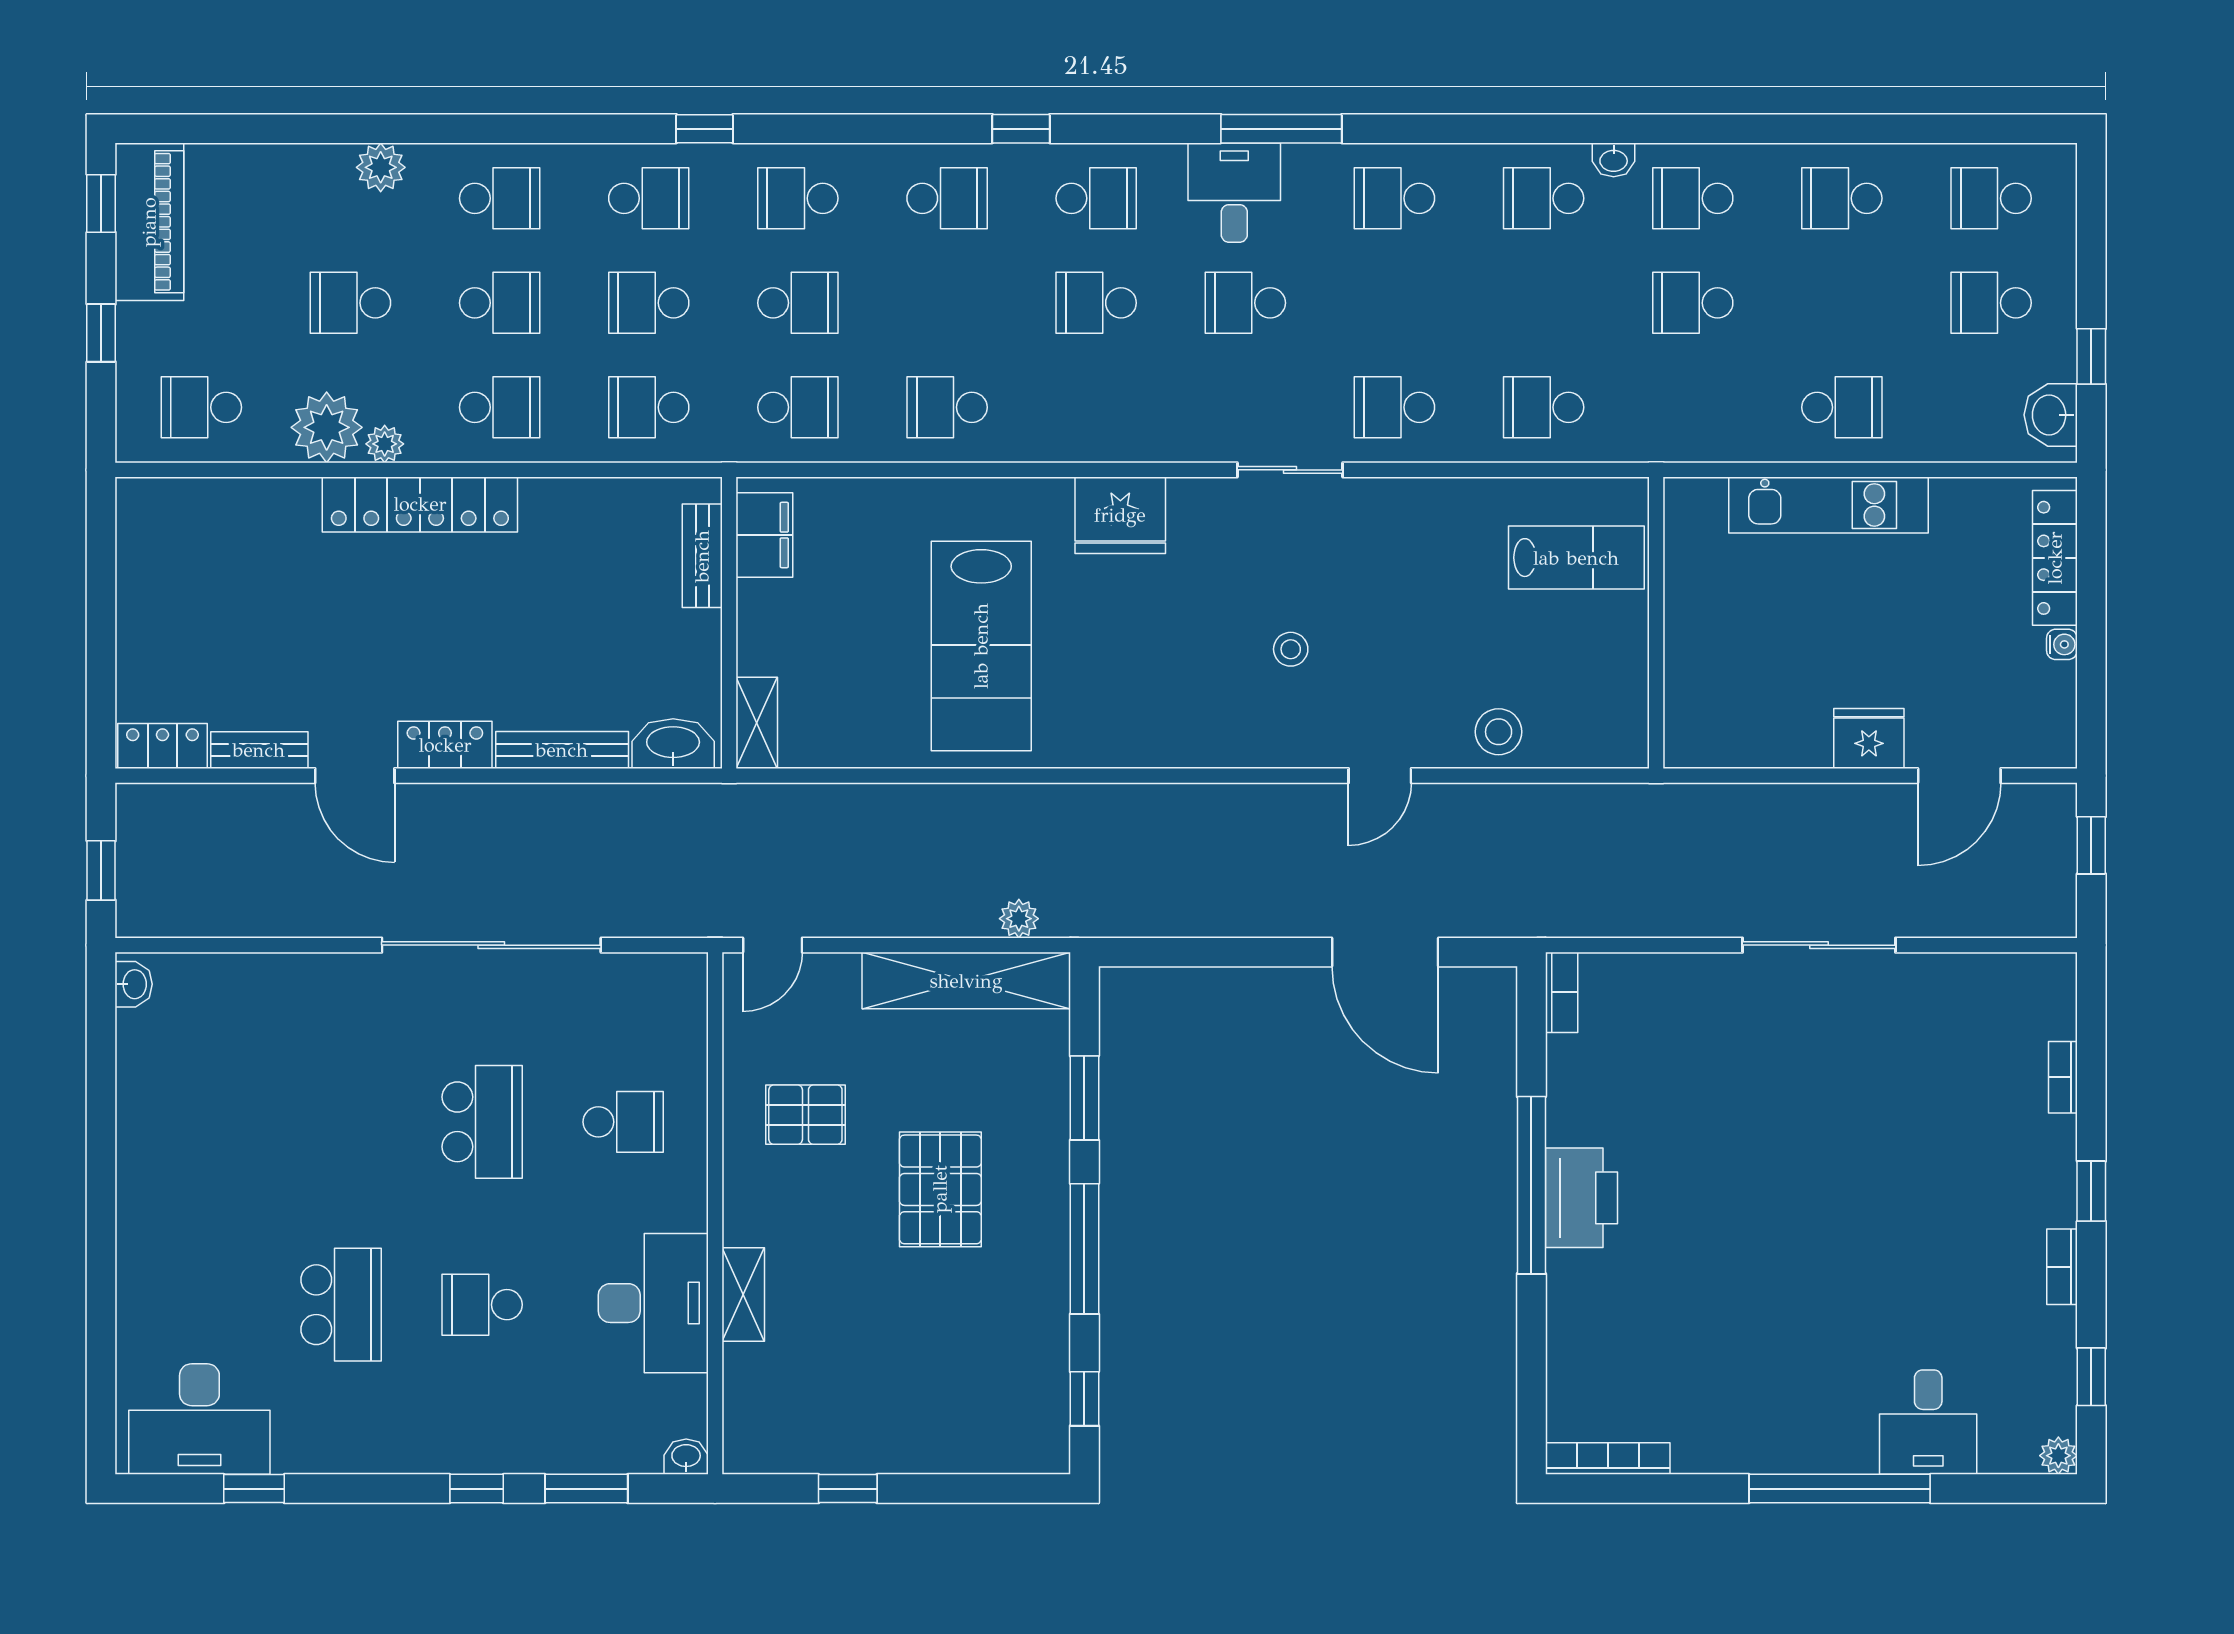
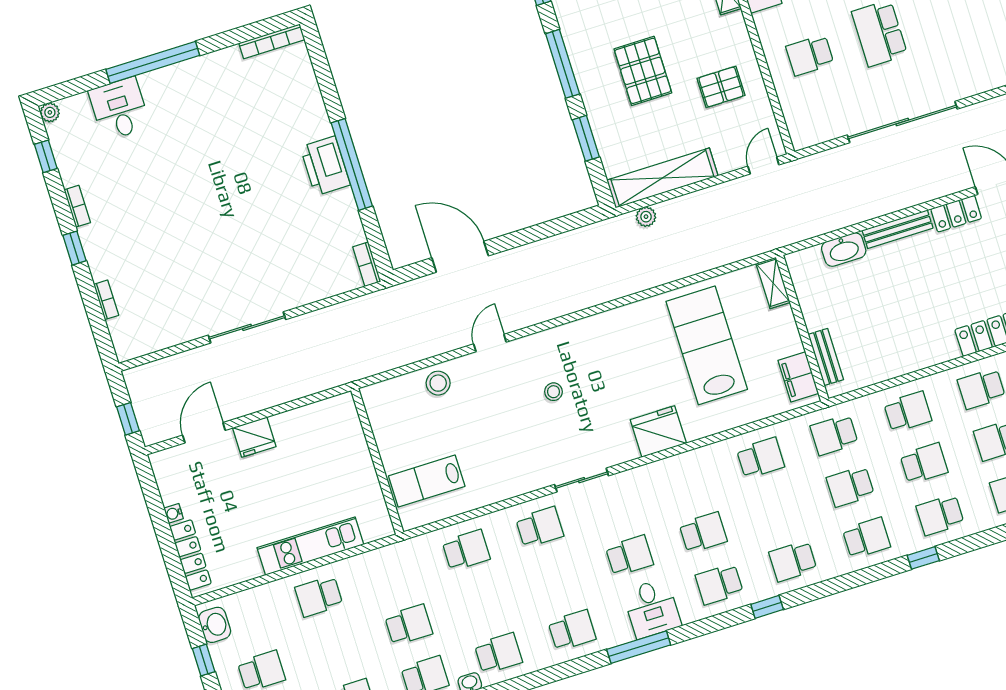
filing cabinet: (764, 535) -> (798, 377), moved
bench: (702, 556) -> (826, 357), moved
wall: (729, 623) -> (802, 328), moved
shelving: (757, 723) -> (773, 283), moved

